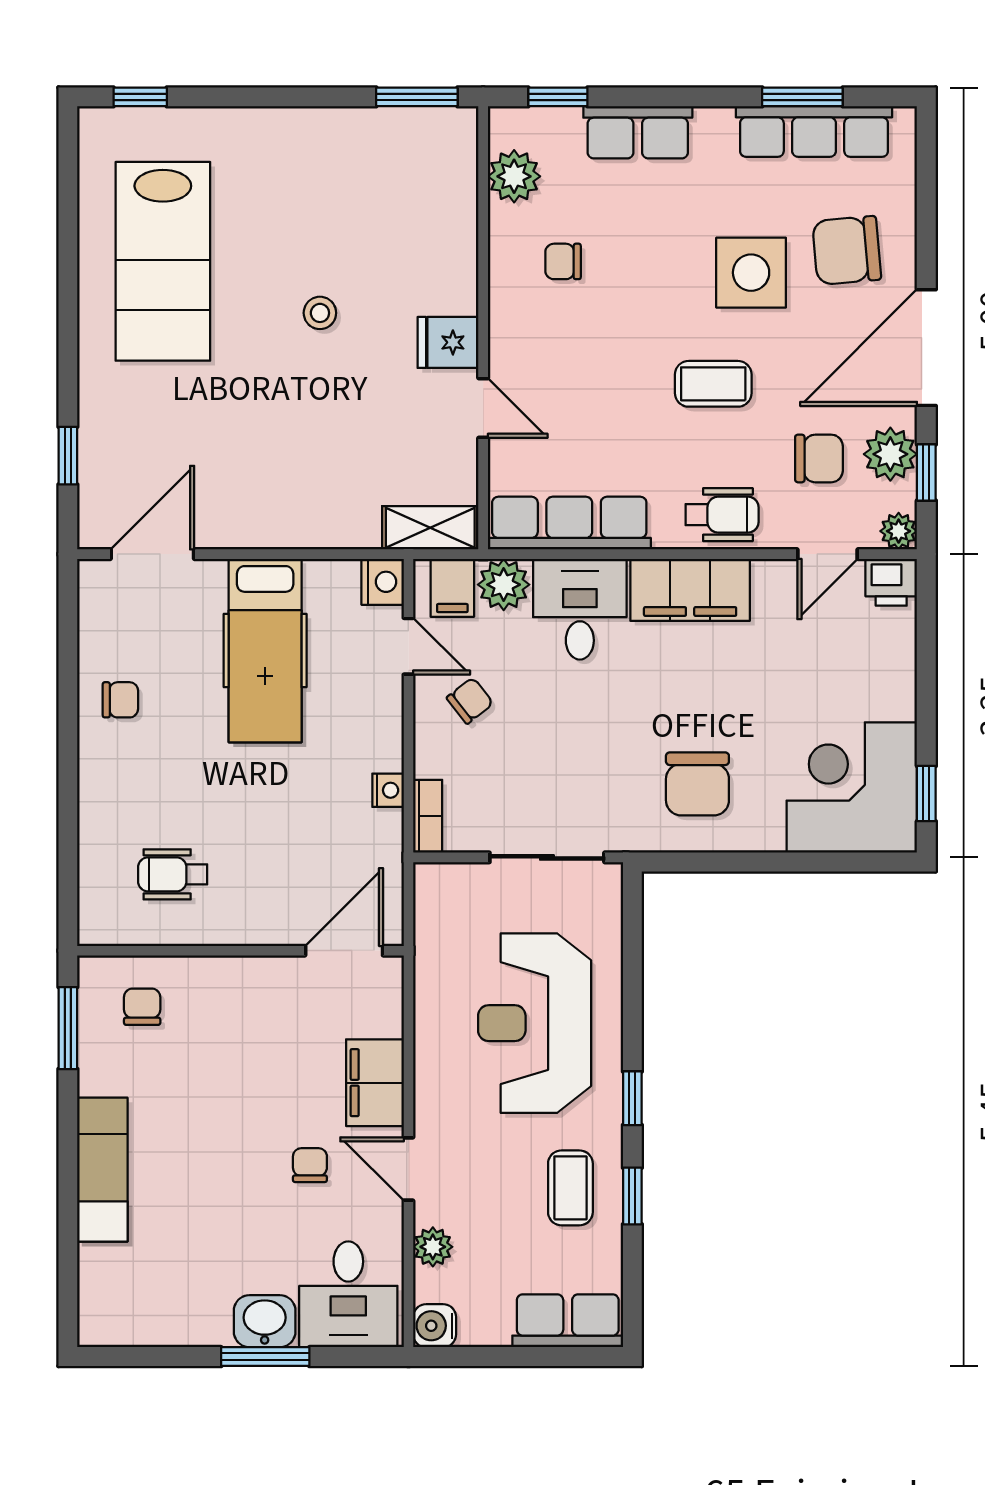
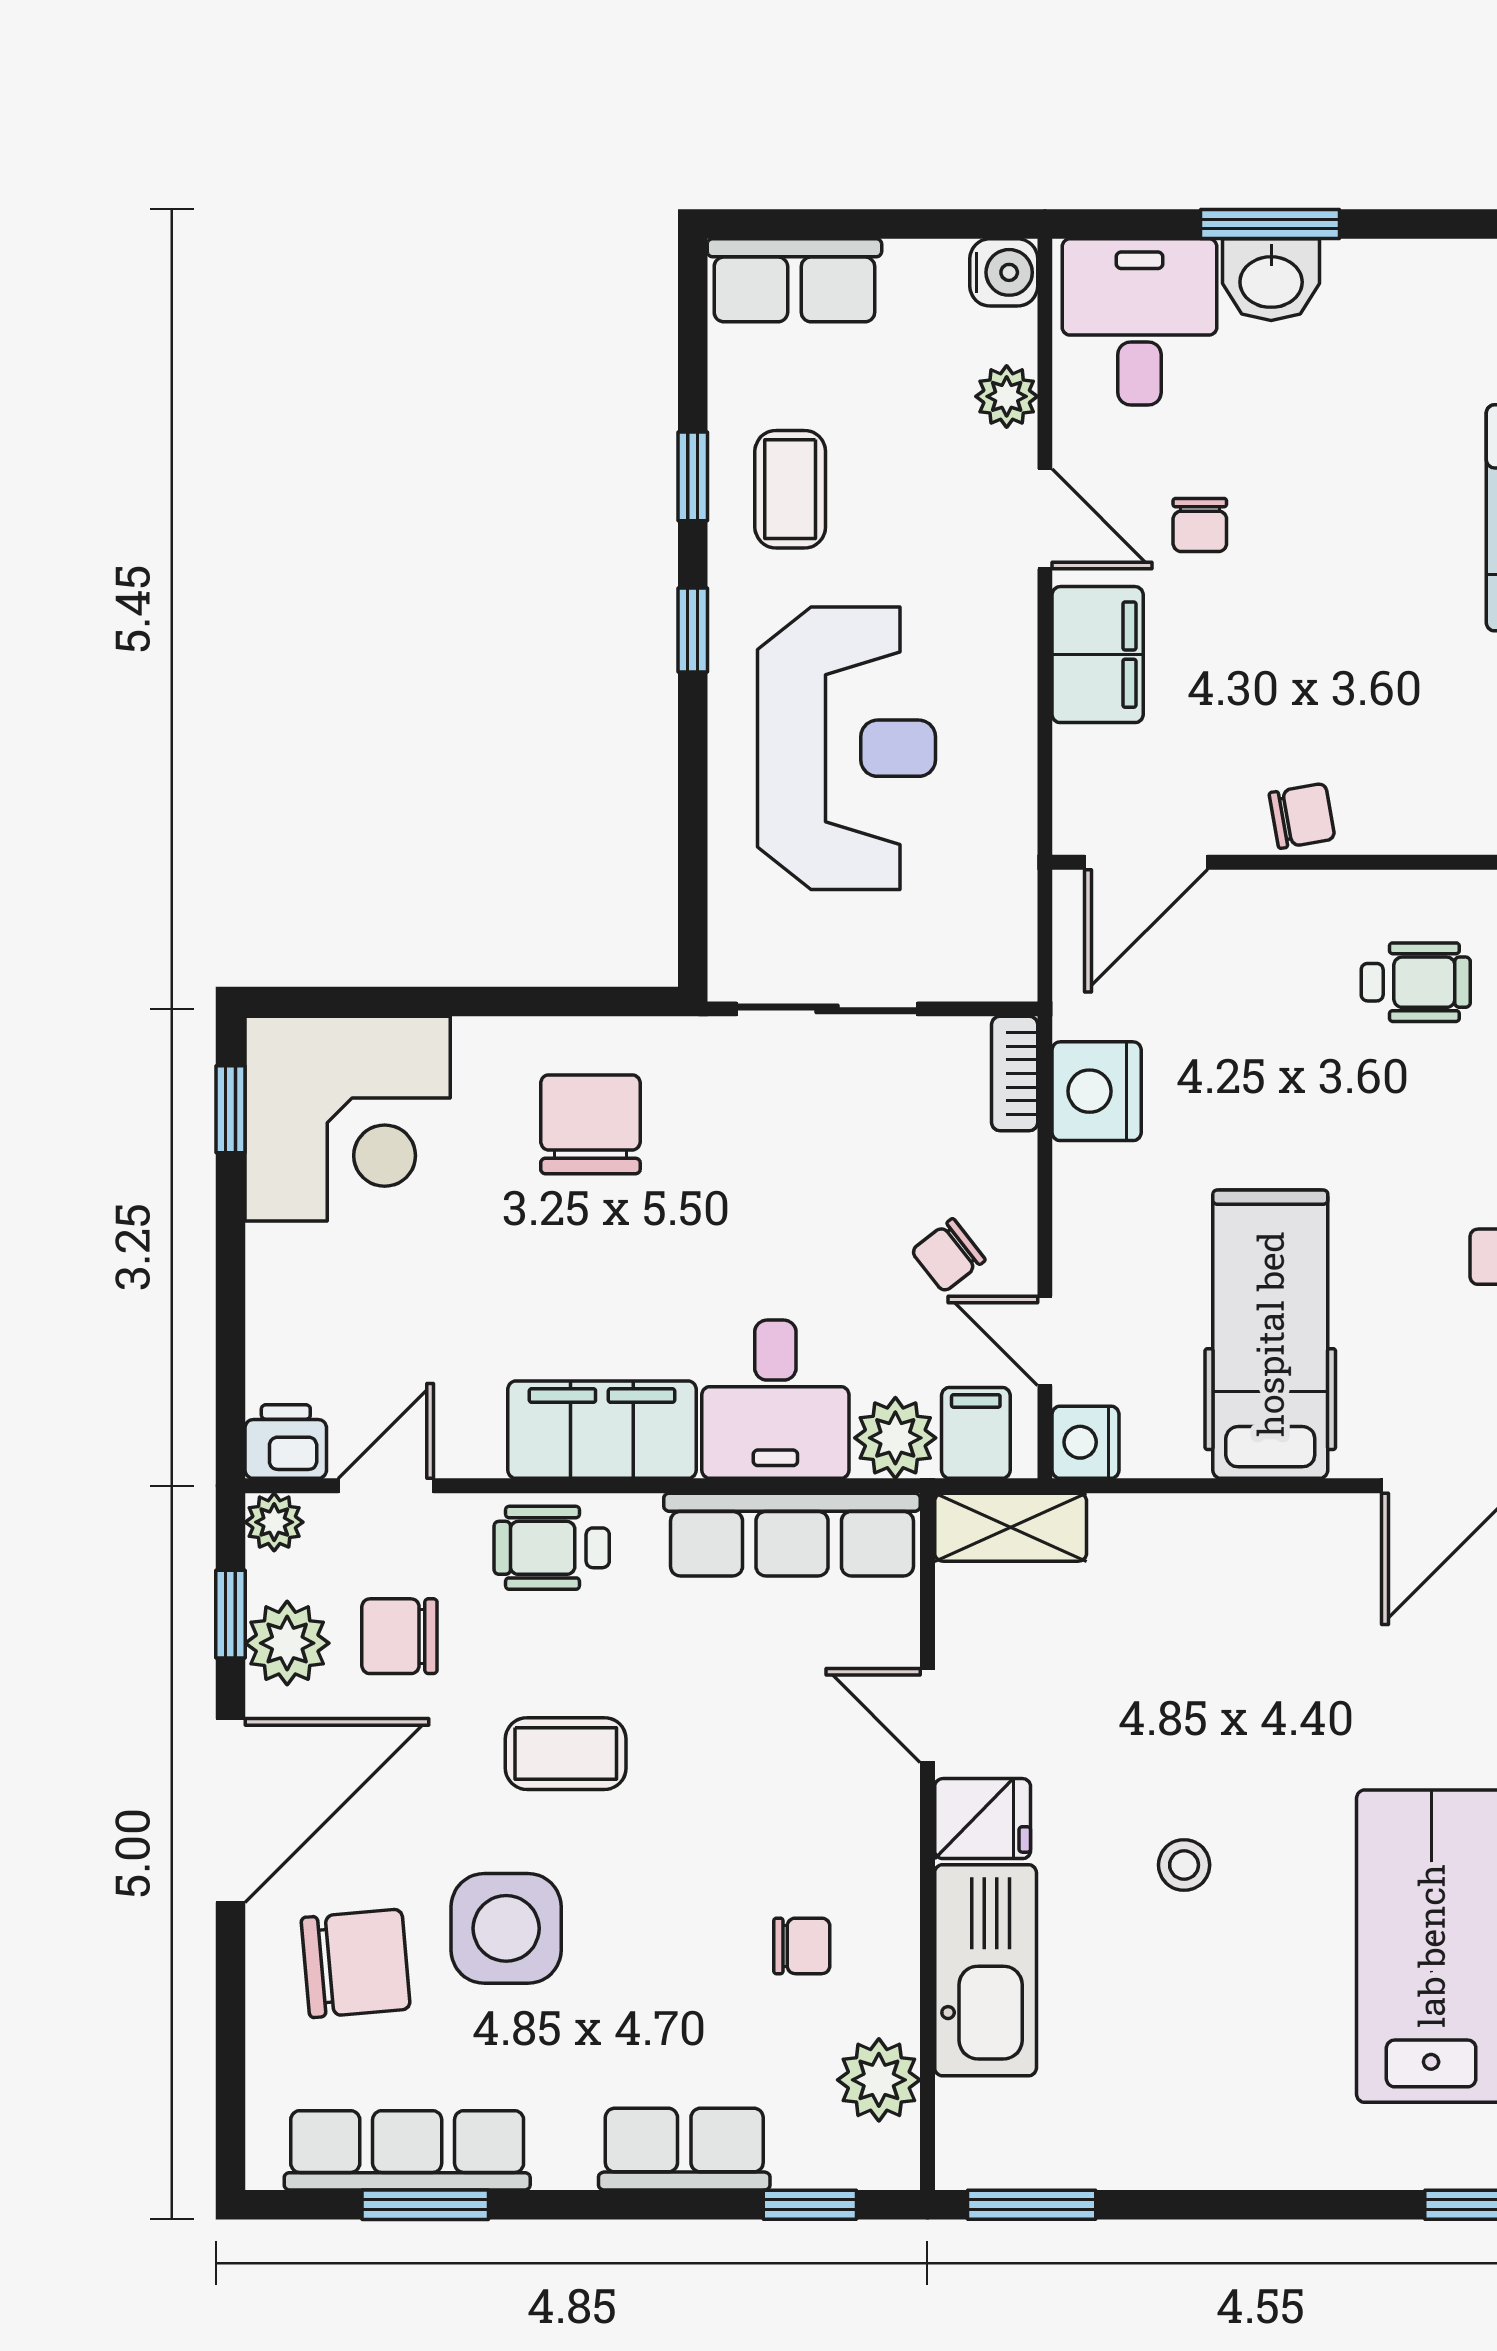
kitchen sink: (446, 246) -> (986, 1970), added
nightstand: (388, 790) -> (1097, 1091), width x1.89, depth x1.79
chair: (142, 1007) -> (1302, 816), moved, turned -100

